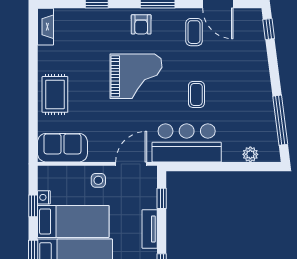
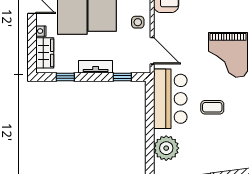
plant: (250, 154) -> (166, 148), width x1.88, depth x1.88

